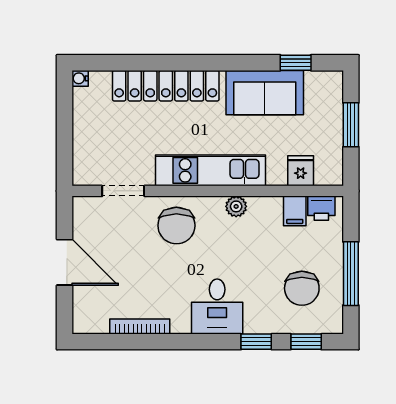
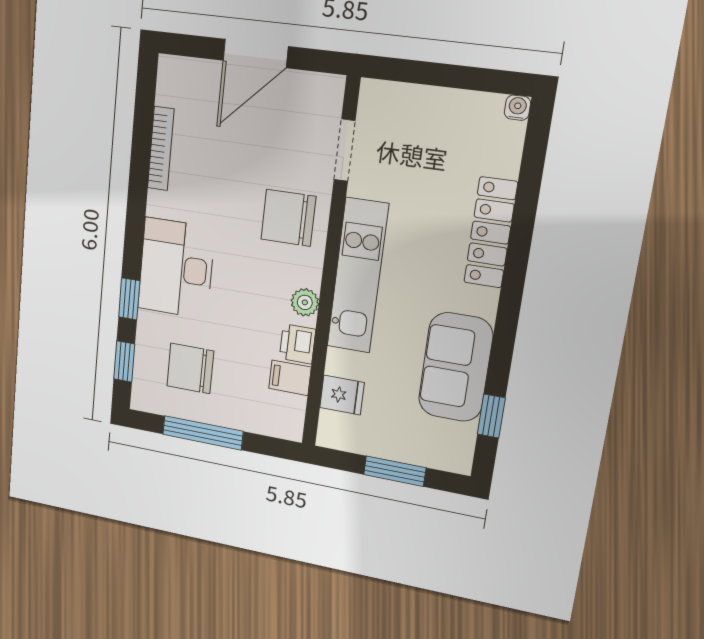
locker: (166, 86) -> (491, 233), width x0.71, depth x0.83
printer: (321, 208) -> (298, 344), moved
desk: (217, 307) -> (176, 268), width x1.37

